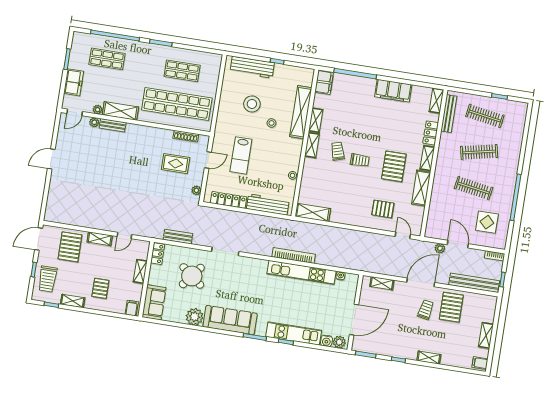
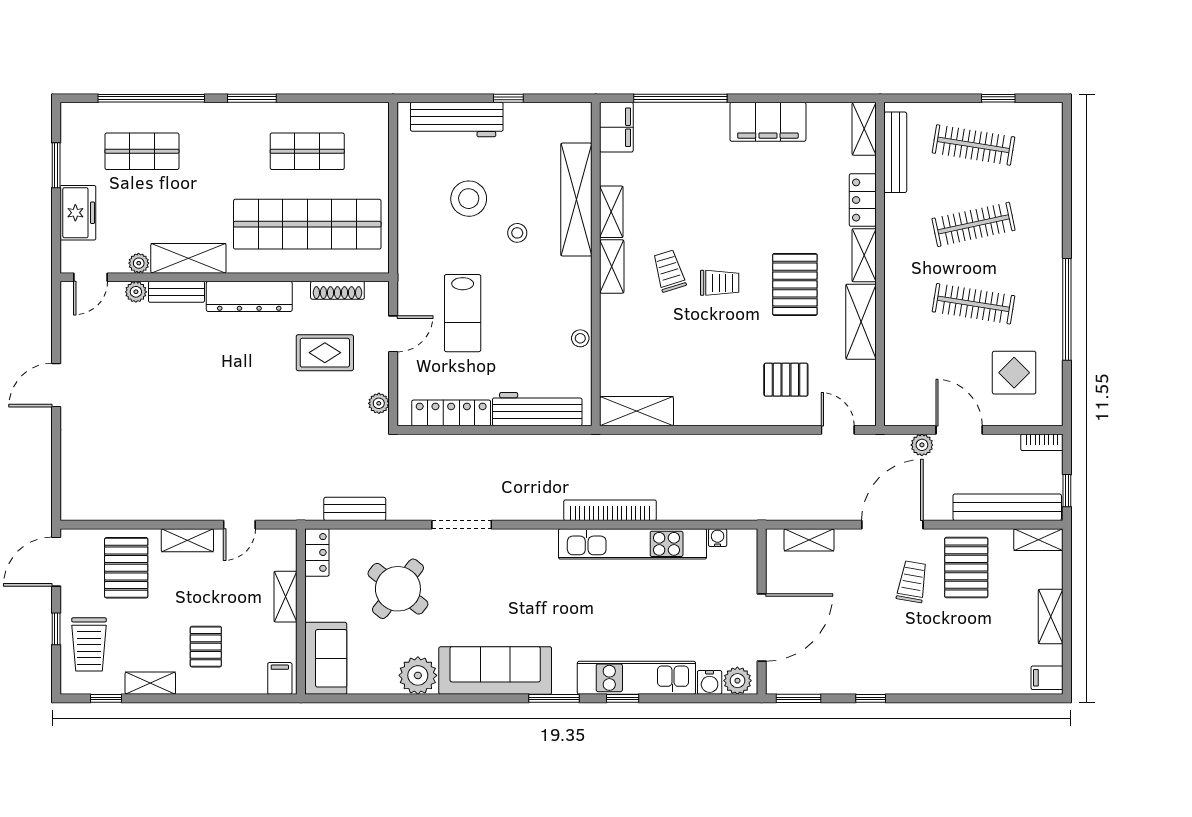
dresser: (145, 133) -> (249, 296), added
shelving: (429, 358) -> (1038, 540), moved

